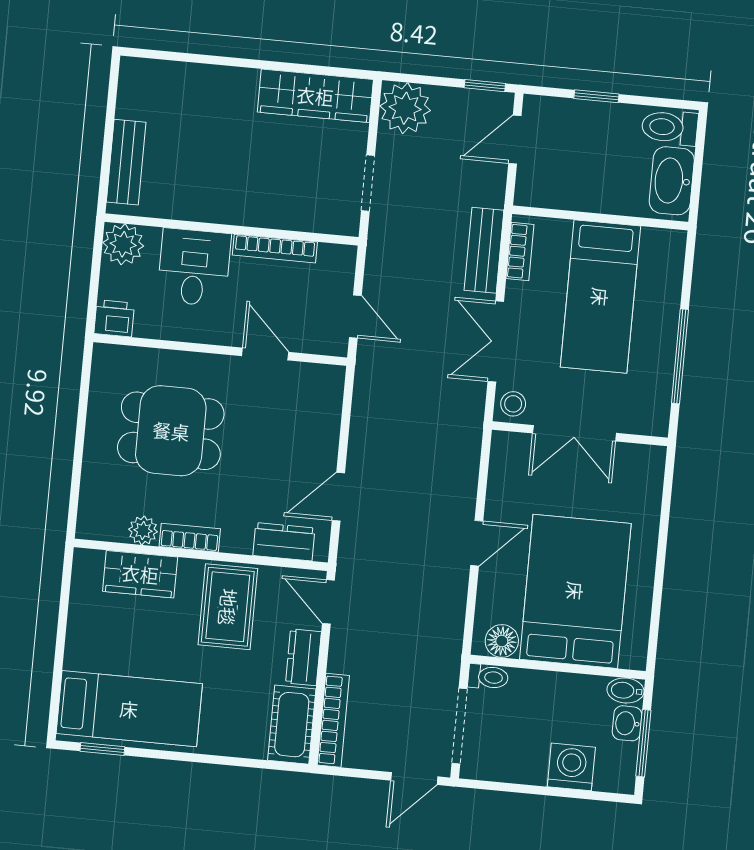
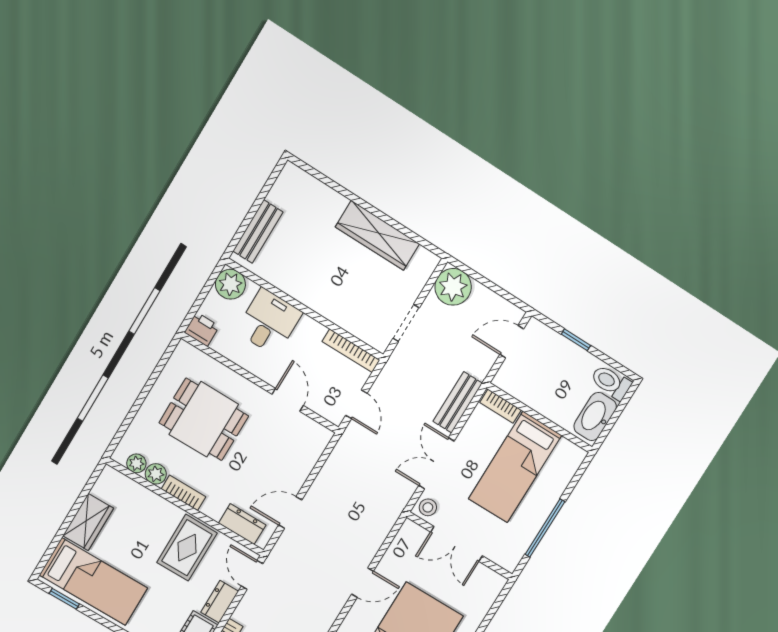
window: (485, 86) -> (510, 298), removed
wardrobe: (315, 96) -> (378, 235), moved
bookcase: (275, 249) -> (351, 351), moved
bookcase: (520, 251) -> (501, 406), moved, turned 90
plant: (112, 529) -> (136, 463), added
wardrobe: (140, 574) -> (88, 522), moved, turned -90

